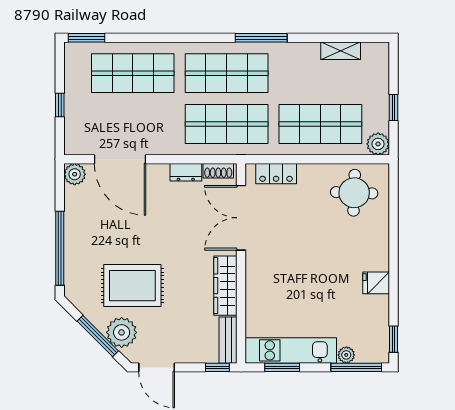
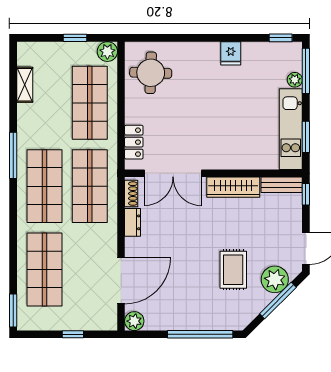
rug: (132, 286) -> (233, 270), width x0.73, depth x0.70

